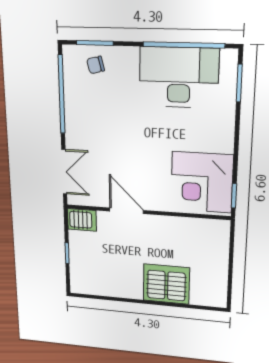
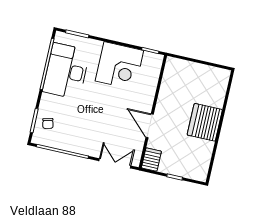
corner desk: (202, 182) -> (119, 66), moved
door: (126, 211) -> (150, 126), hinge flipped
server rack: (166, 284) -> (205, 122), moved

